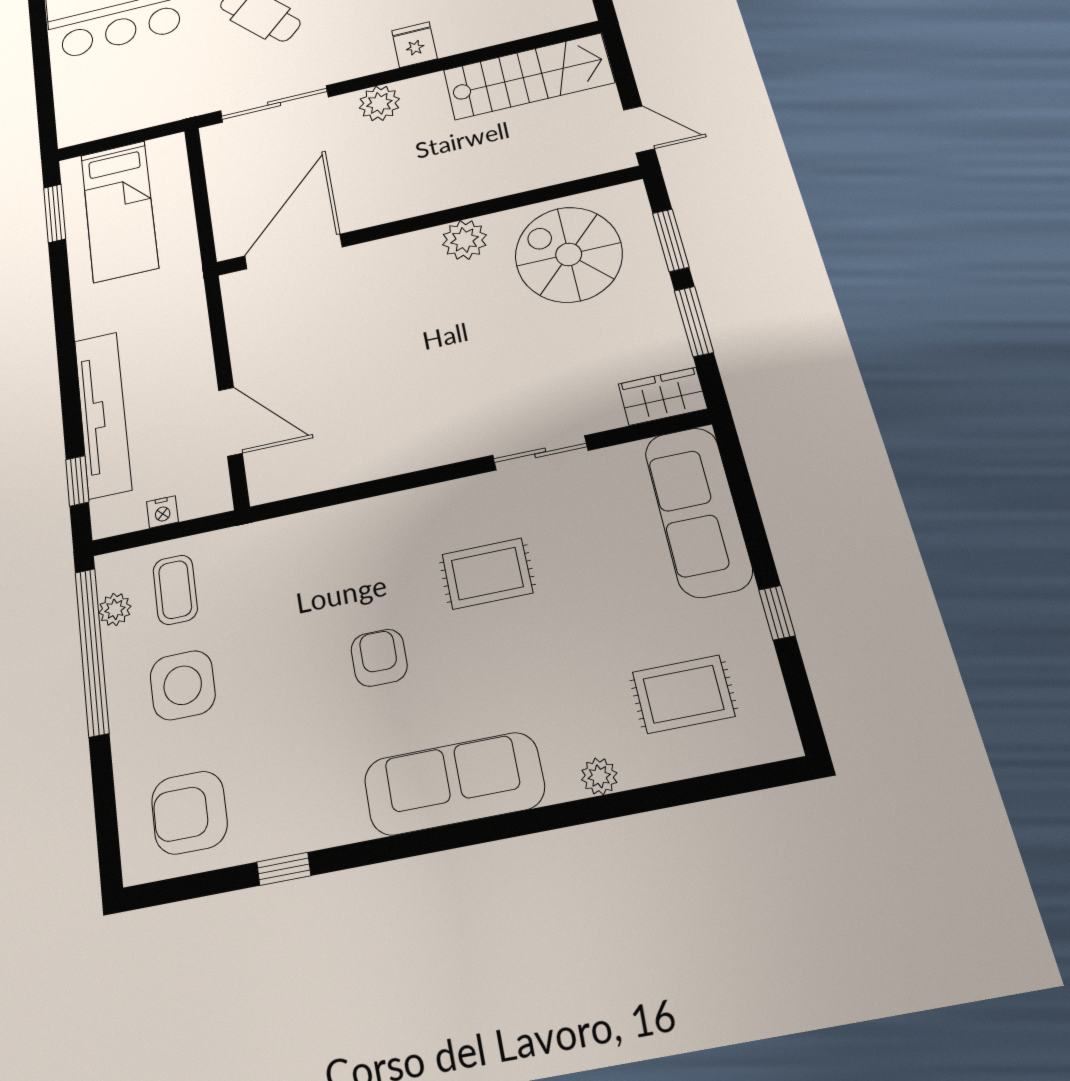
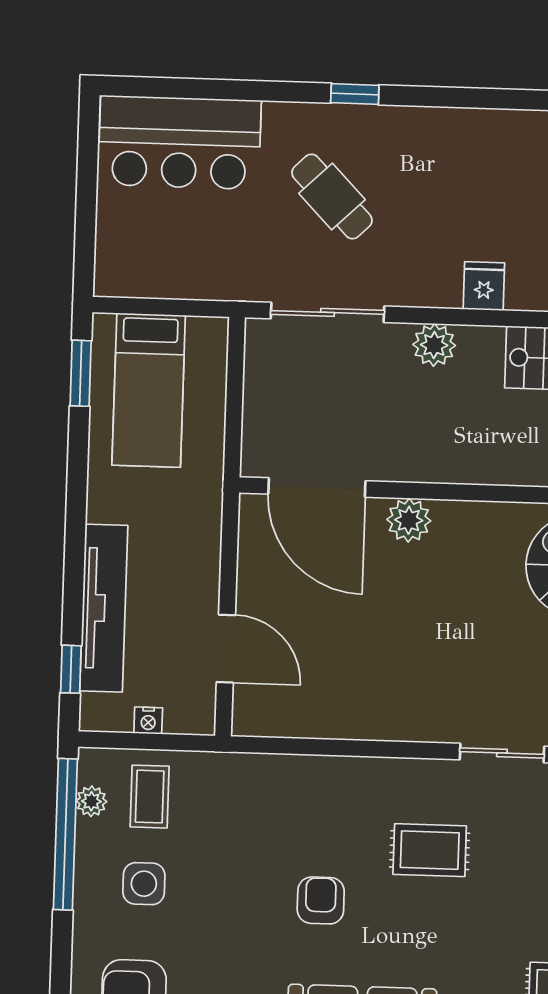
plant: (464, 240) -> (409, 520), moved
door: (293, 251) -> (317, 487), swing flipped
side table: (183, 685) -> (144, 884), width x0.73, depth x0.73

